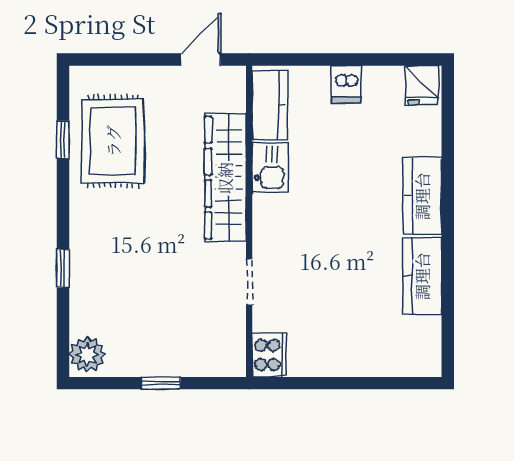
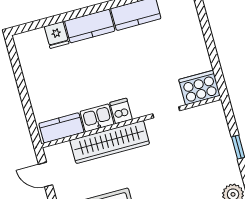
dishwasher: (346, 84) -> (121, 111), moved, turned -90
fridge: (422, 85) -> (57, 35), moved, turned 90
cooker: (269, 355) -> (200, 88), width x1.37, depth x1.31

